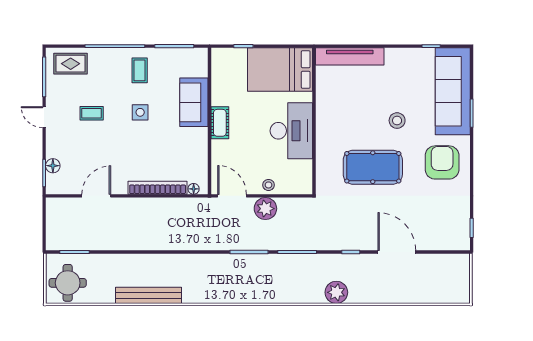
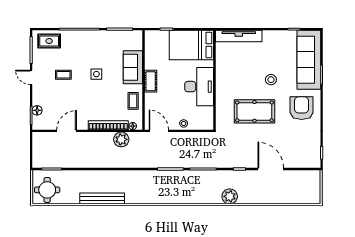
coffee table: (140, 70) -> (133, 101), moved
plant: (265, 209) -> (121, 139), moved

